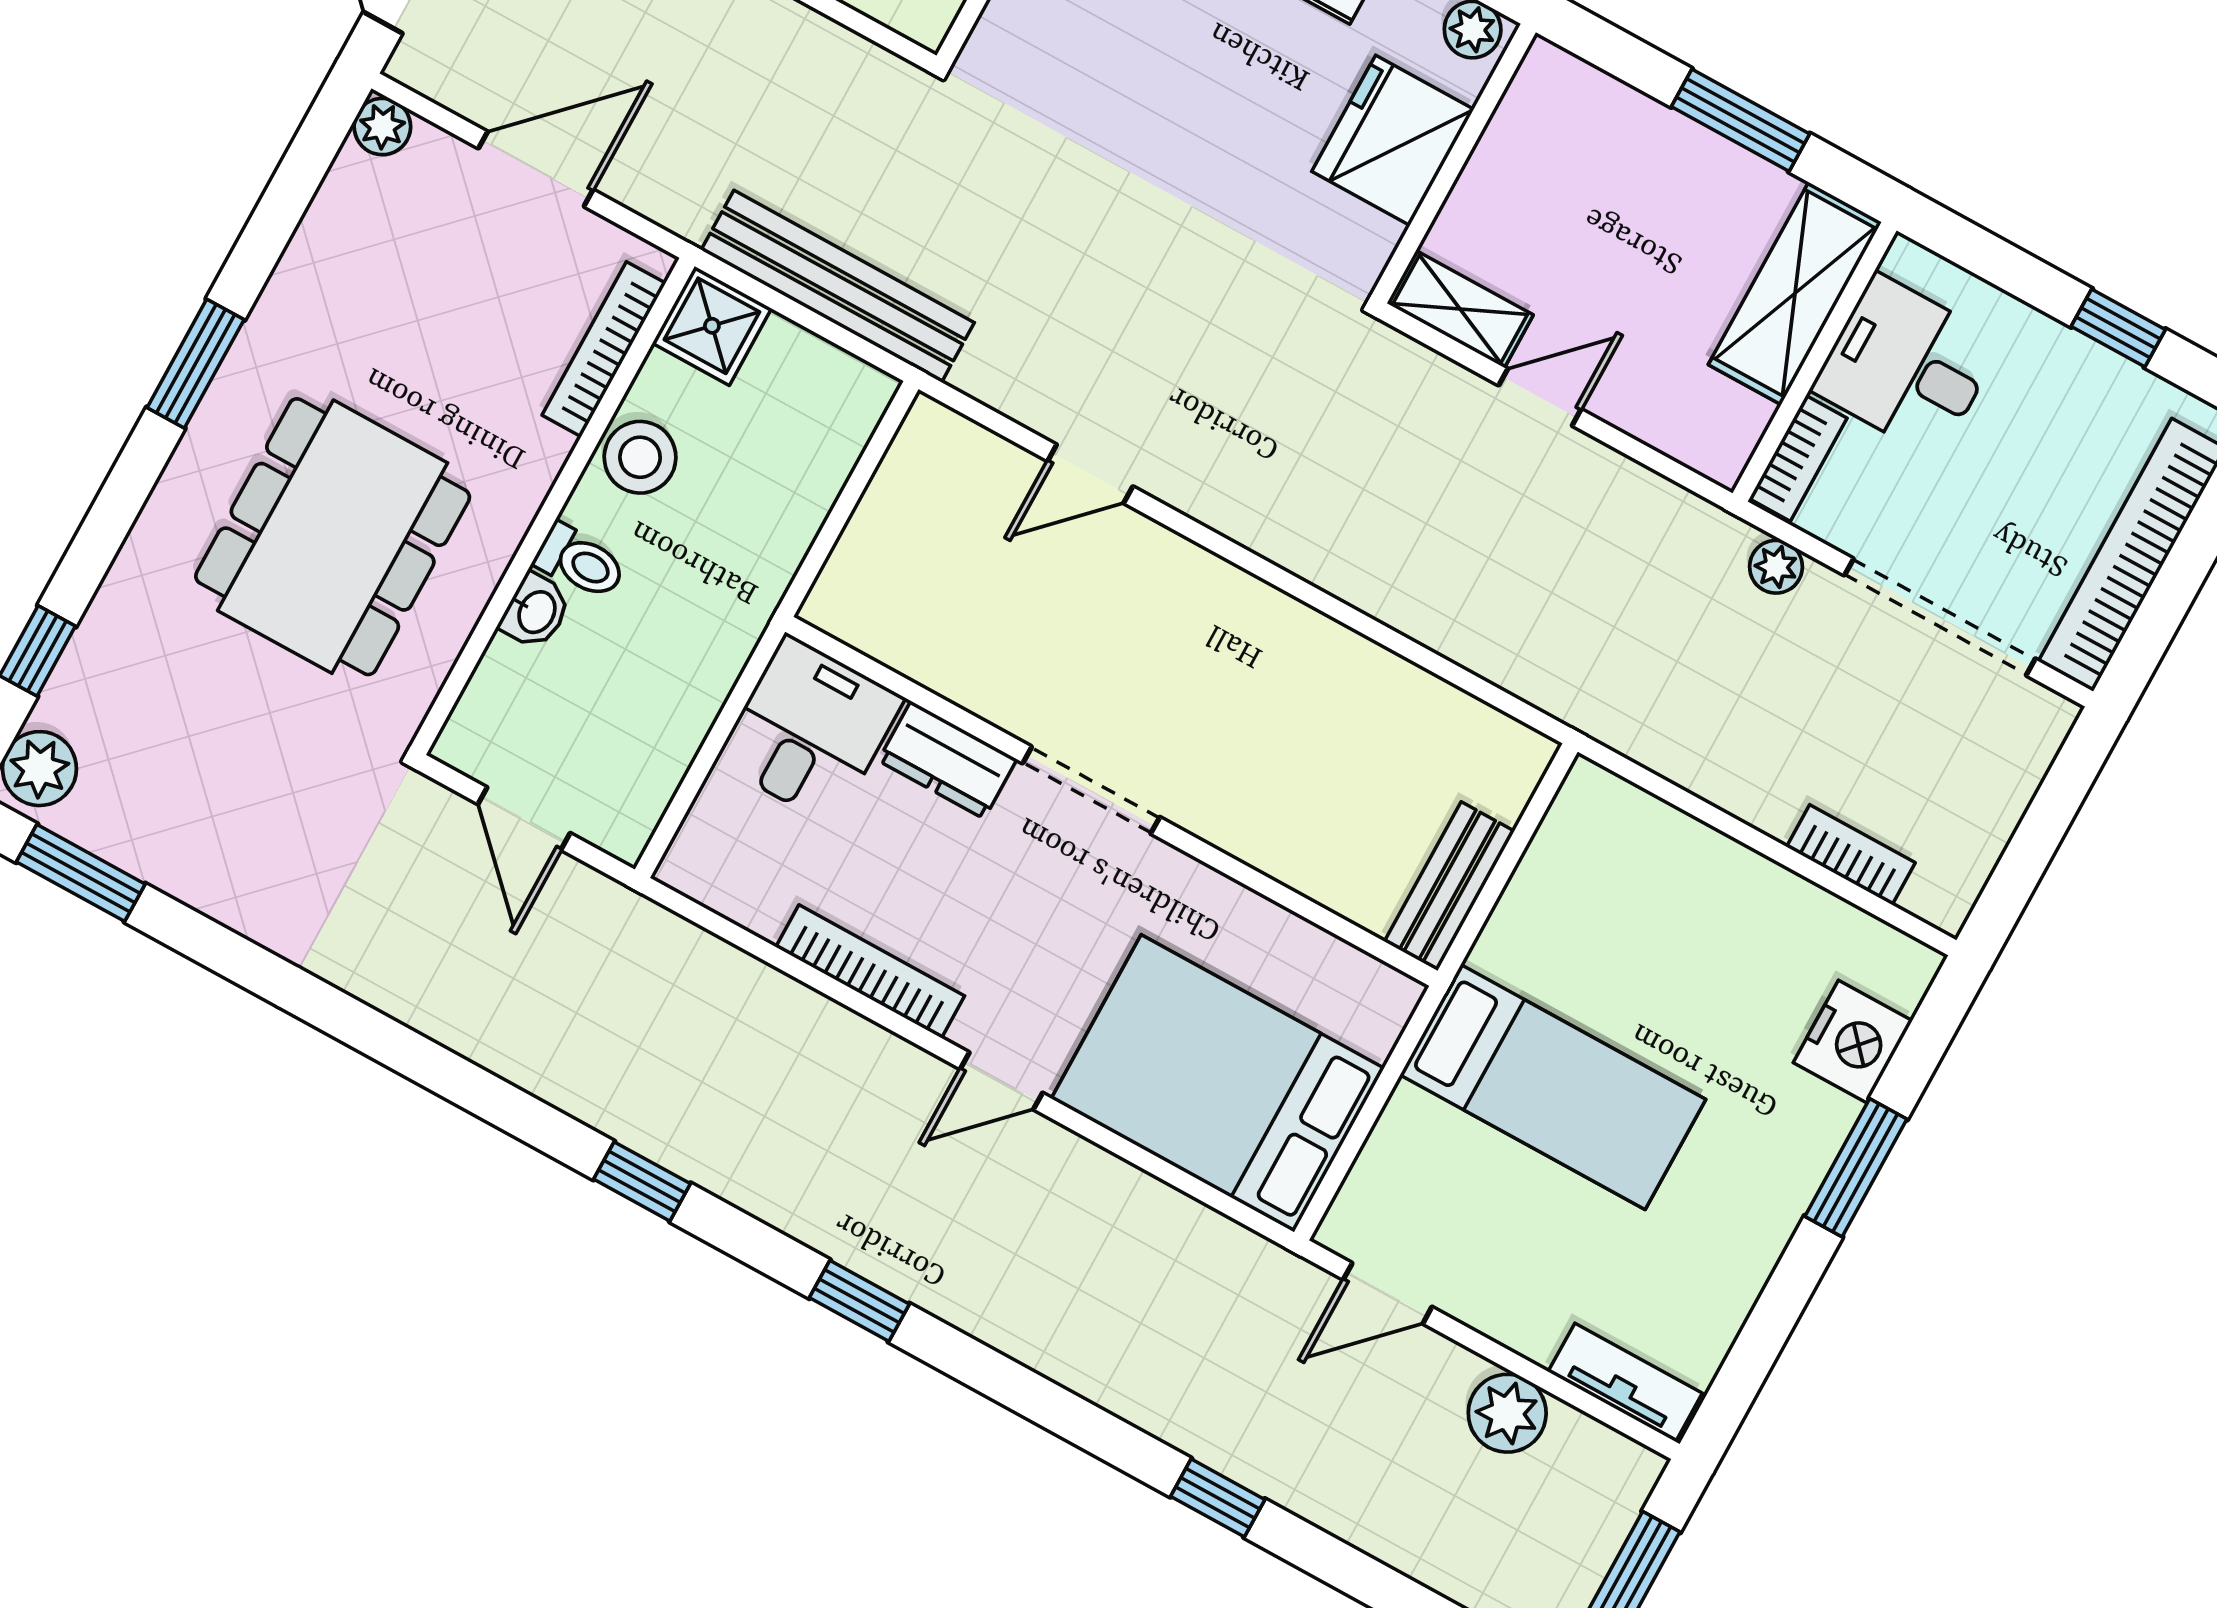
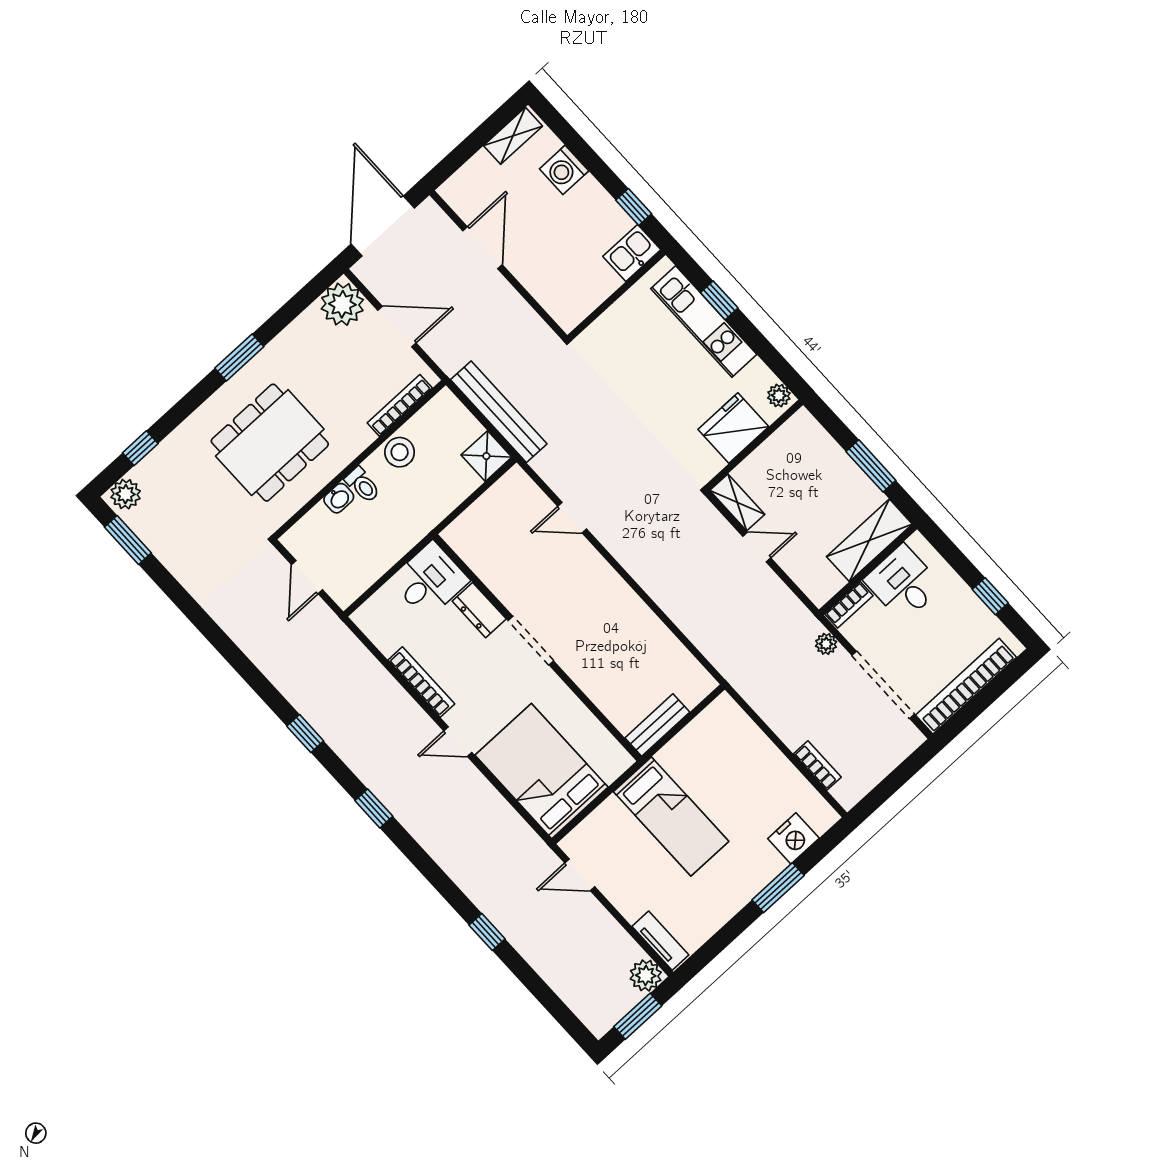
plant: (382, 127) -> (342, 304), width x1.87, depth x1.87
shower: (712, 326) -> (486, 456), moved
plant: (1507, 1413) -> (646, 975), moved

